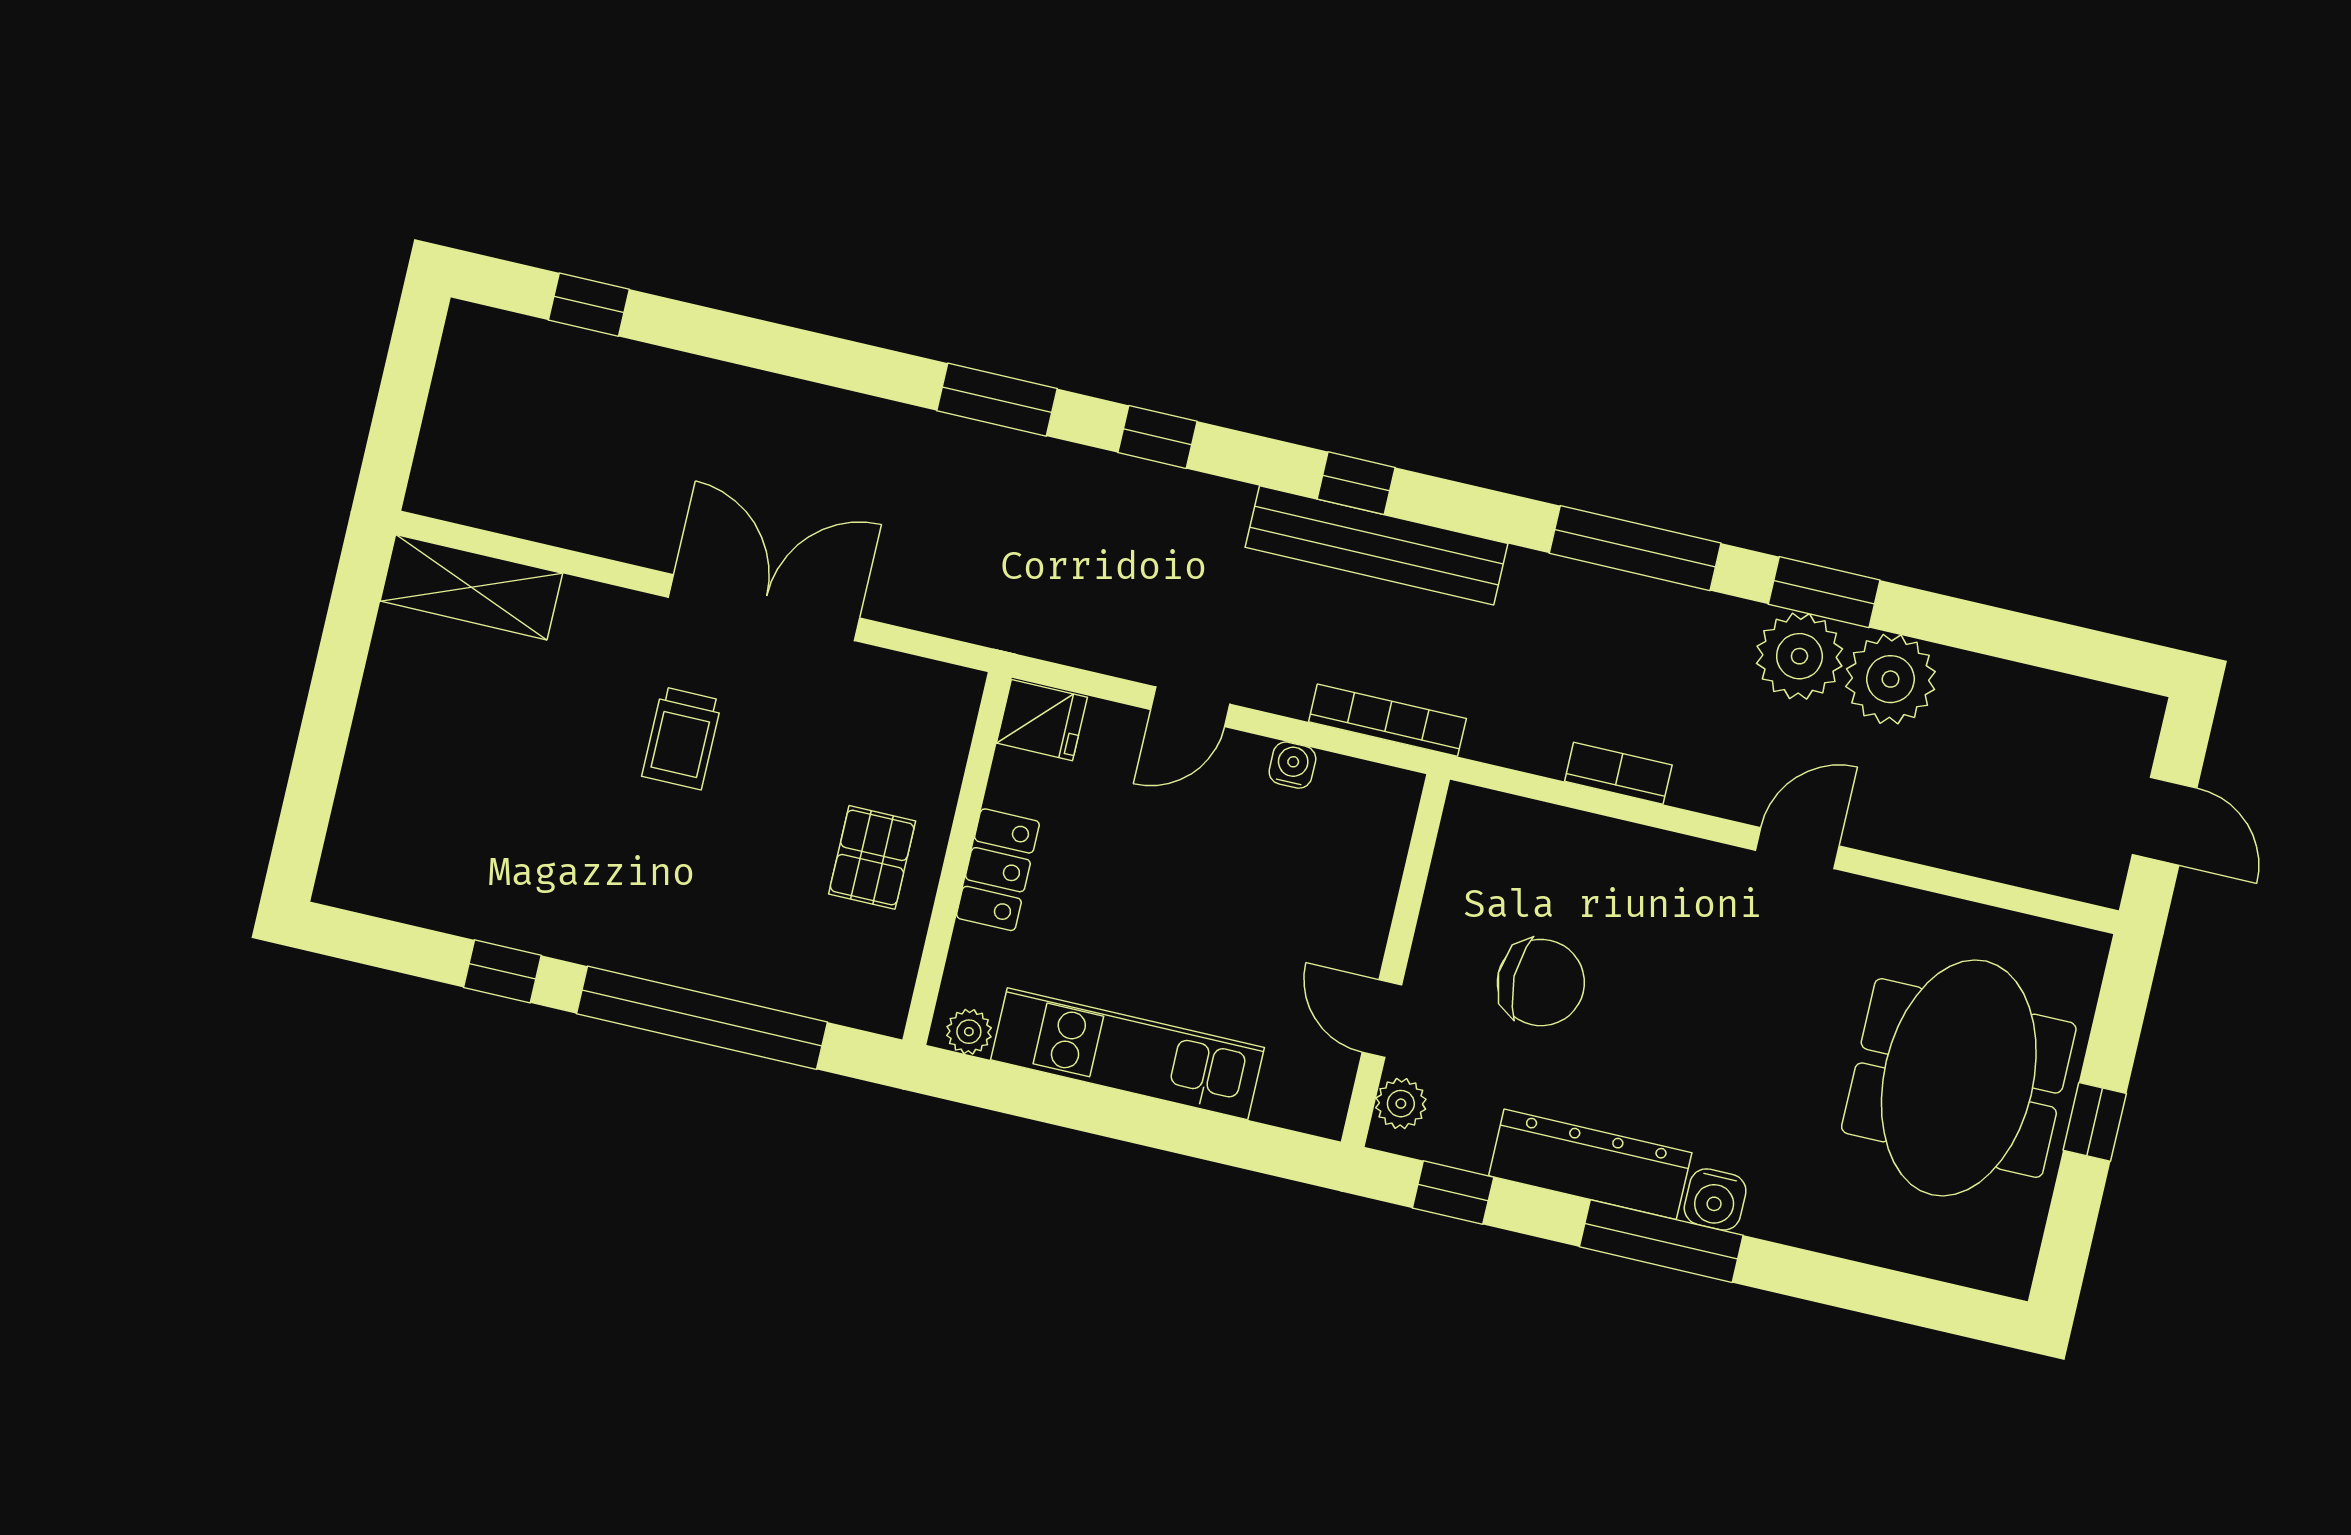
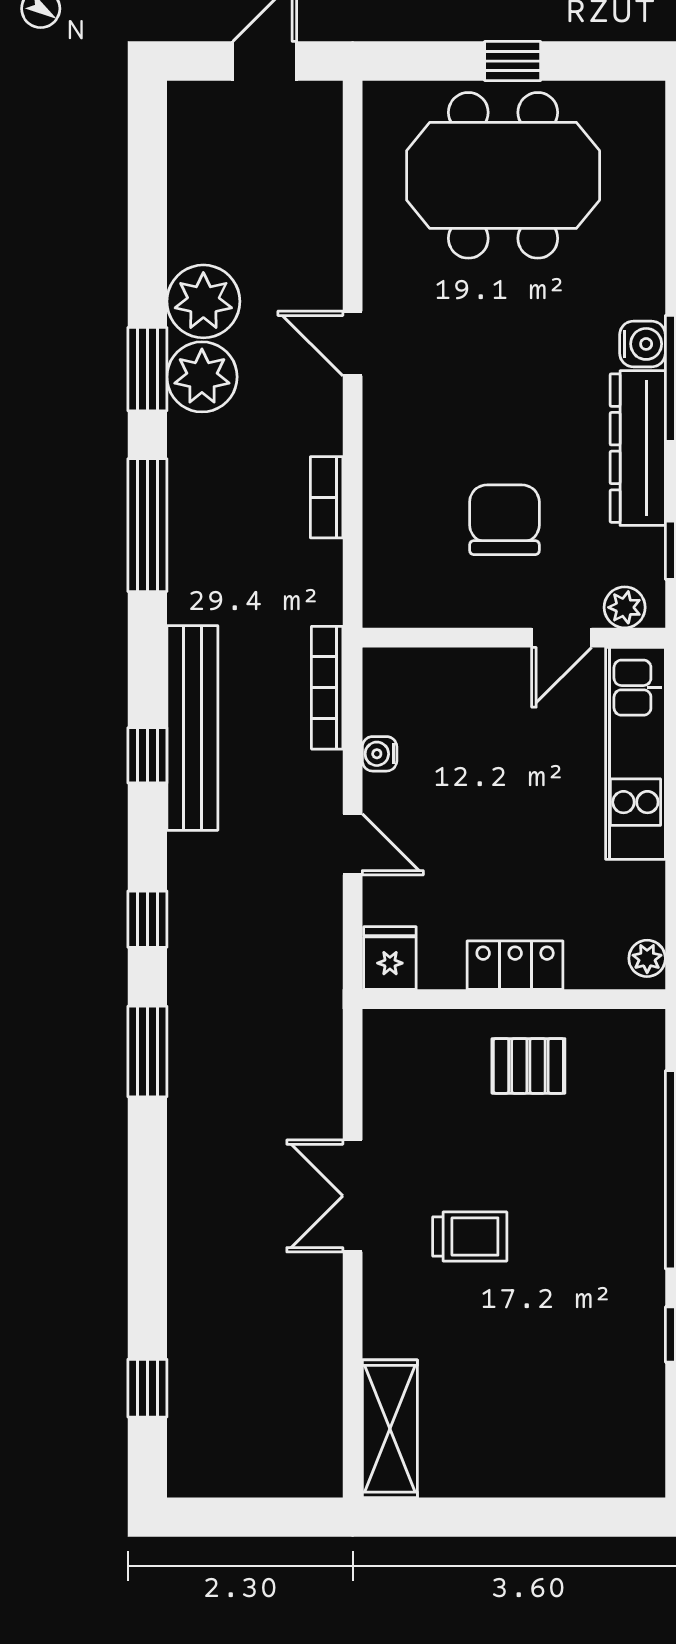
double door: (764, 608) -> (353, 1196), width x0.73
kitchen unit: (1128, 1054) -> (635, 753), moved

